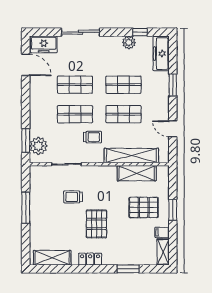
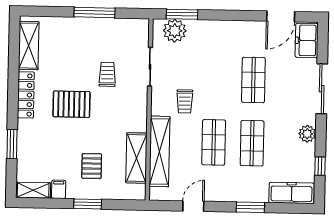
plant: (129, 42) -> (307, 134), moved
shop shelf: (75, 114) -> (215, 79), removed
pallet: (144, 207) -> (92, 166), width x0.67, depth x0.71
locker: (90, 259) -> (26, 95), width x1.53

